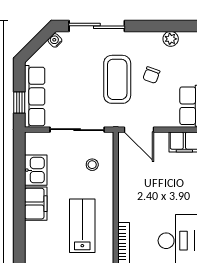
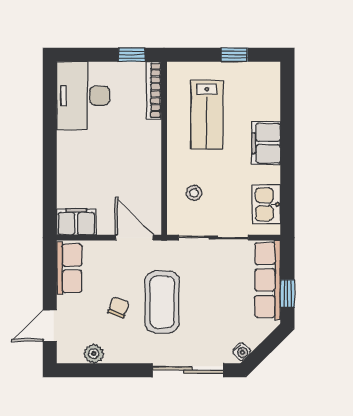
window: (19, 103) -> (287, 294), moved
kitchen sink: (36, 170) -> (266, 204), moved

